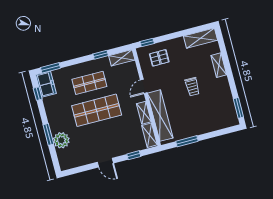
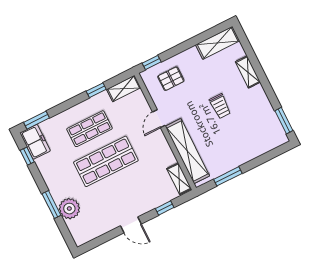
shelving: (144, 113) -> (166, 152), removed

